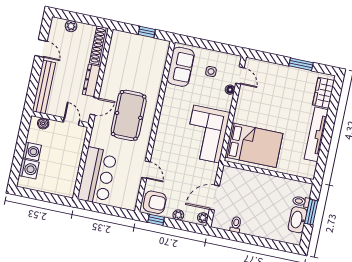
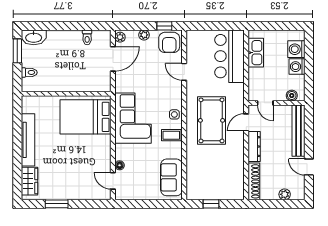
side table: (211, 72) -> (174, 114), moved
coffee table: (172, 109) -> (171, 135), added
kitchen sink: (70, 174) -> (256, 53), added
armchair: (155, 202) -> (169, 42), turned -90
window: (311, 212) -> (17, 51), moved
washbasin: (298, 220) -> (34, 37), moved, turned 90

